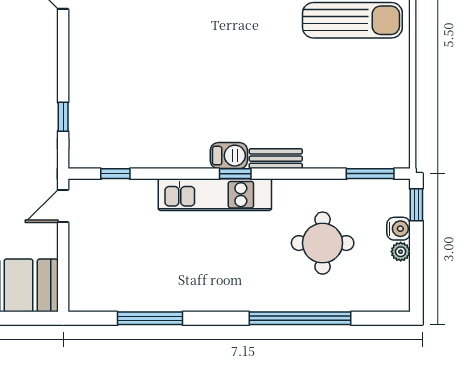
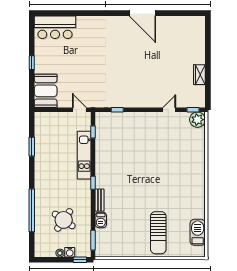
barbecue: (229, 156) -> (101, 220), moved
kitchen unit: (215, 195) -> (84, 155), moved
round table: (323, 243) -> (64, 220), turned 35
window: (150, 318) -> (32, 147), width x0.69

